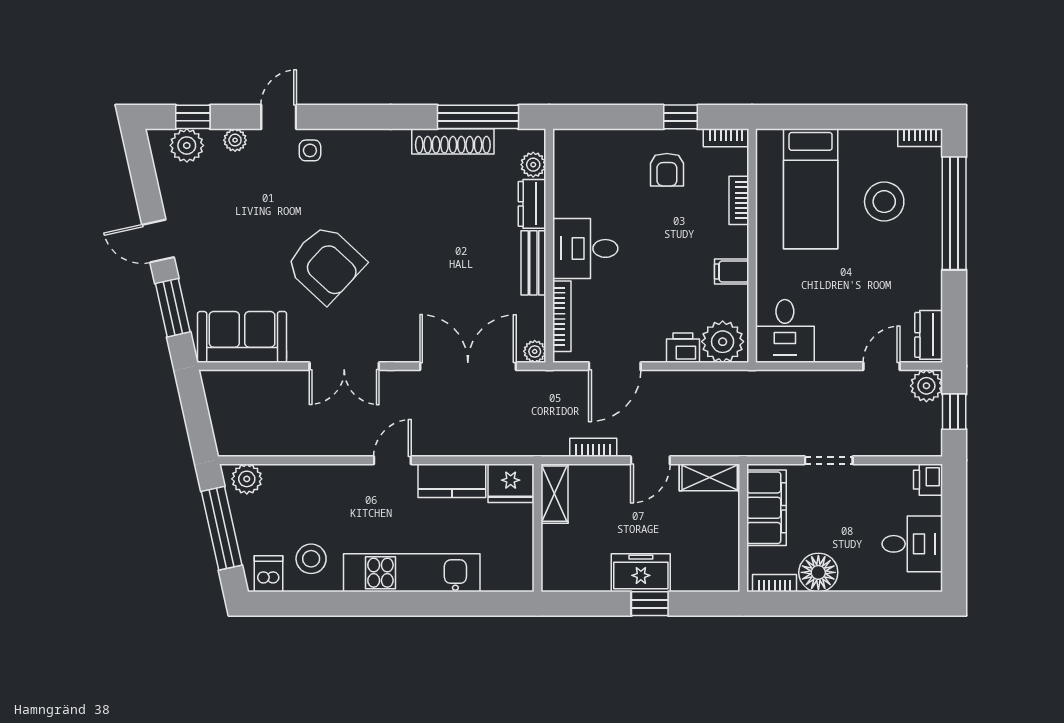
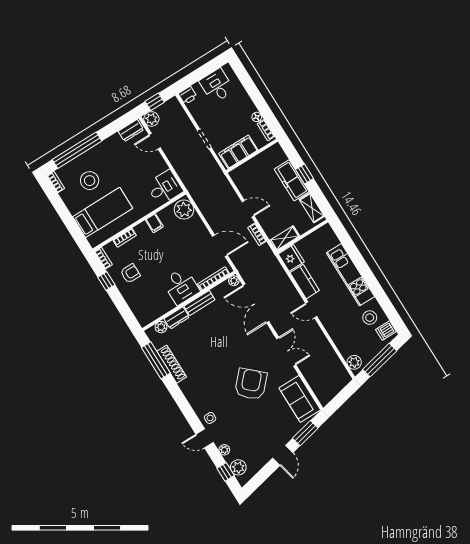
printer: (683, 348) -> (196, 224), removed
shelving: (710, 477) -> (312, 208), moved
floor lamp: (818, 572) -> (257, 117), width x0.53, depth x0.53
freezer: (641, 573) -> (292, 180), width x1.40

